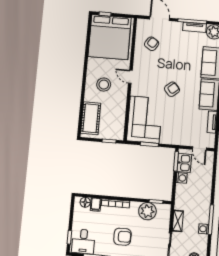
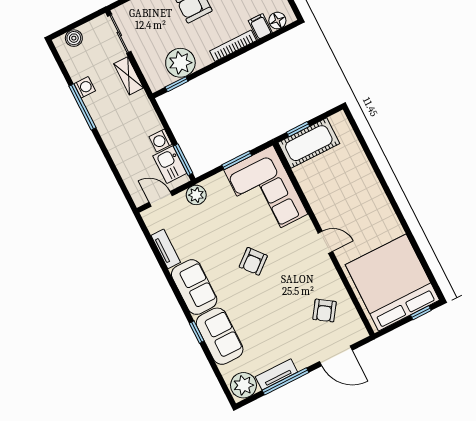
stool: (104, 85) -> (357, 207), removed
cot: (91, 118) -> (309, 143), moved, turned 90
plant: (180, 140) -> (196, 195), added

